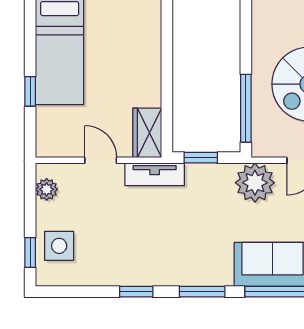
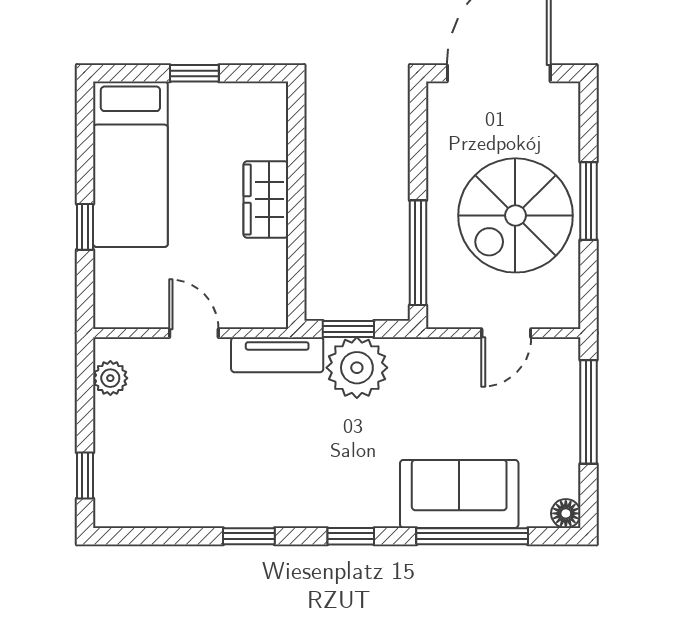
wardrobe: (147, 133) -> (266, 199), moved
plant: (255, 183) -> (357, 368), moved
side table: (59, 246) -> (130, 465), removed
window: (202, 292) -> (351, 536), width x0.67

